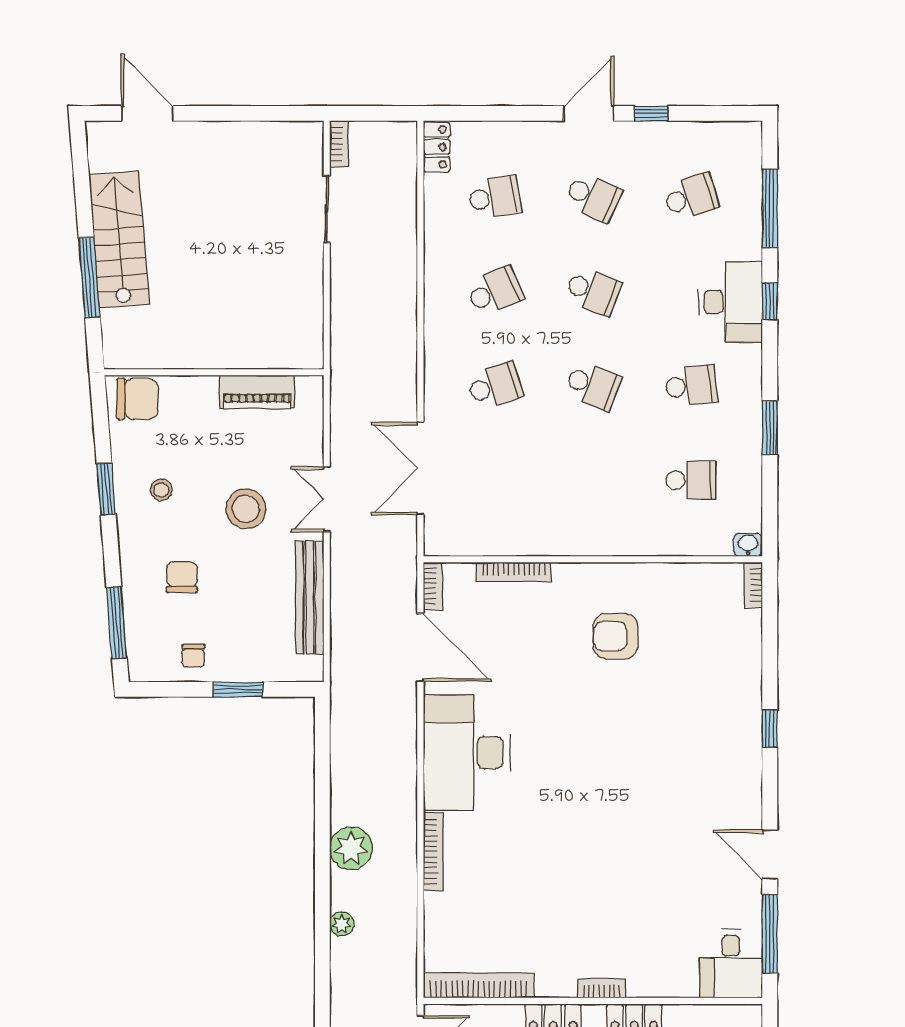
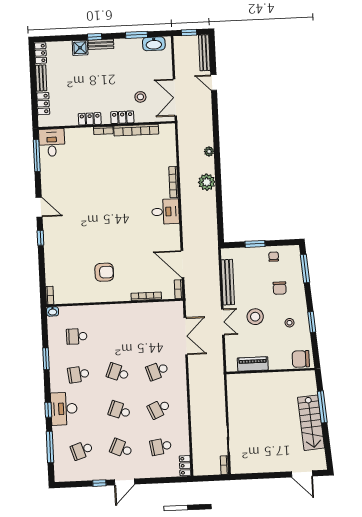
desk: (467, 753) -> (165, 212), width x0.53, depth x0.77
door: (770, 855) -> (39, 207), moved
bookcase: (478, 985) -> (136, 130), moved

